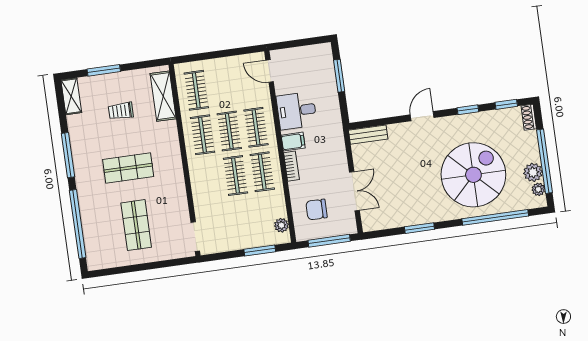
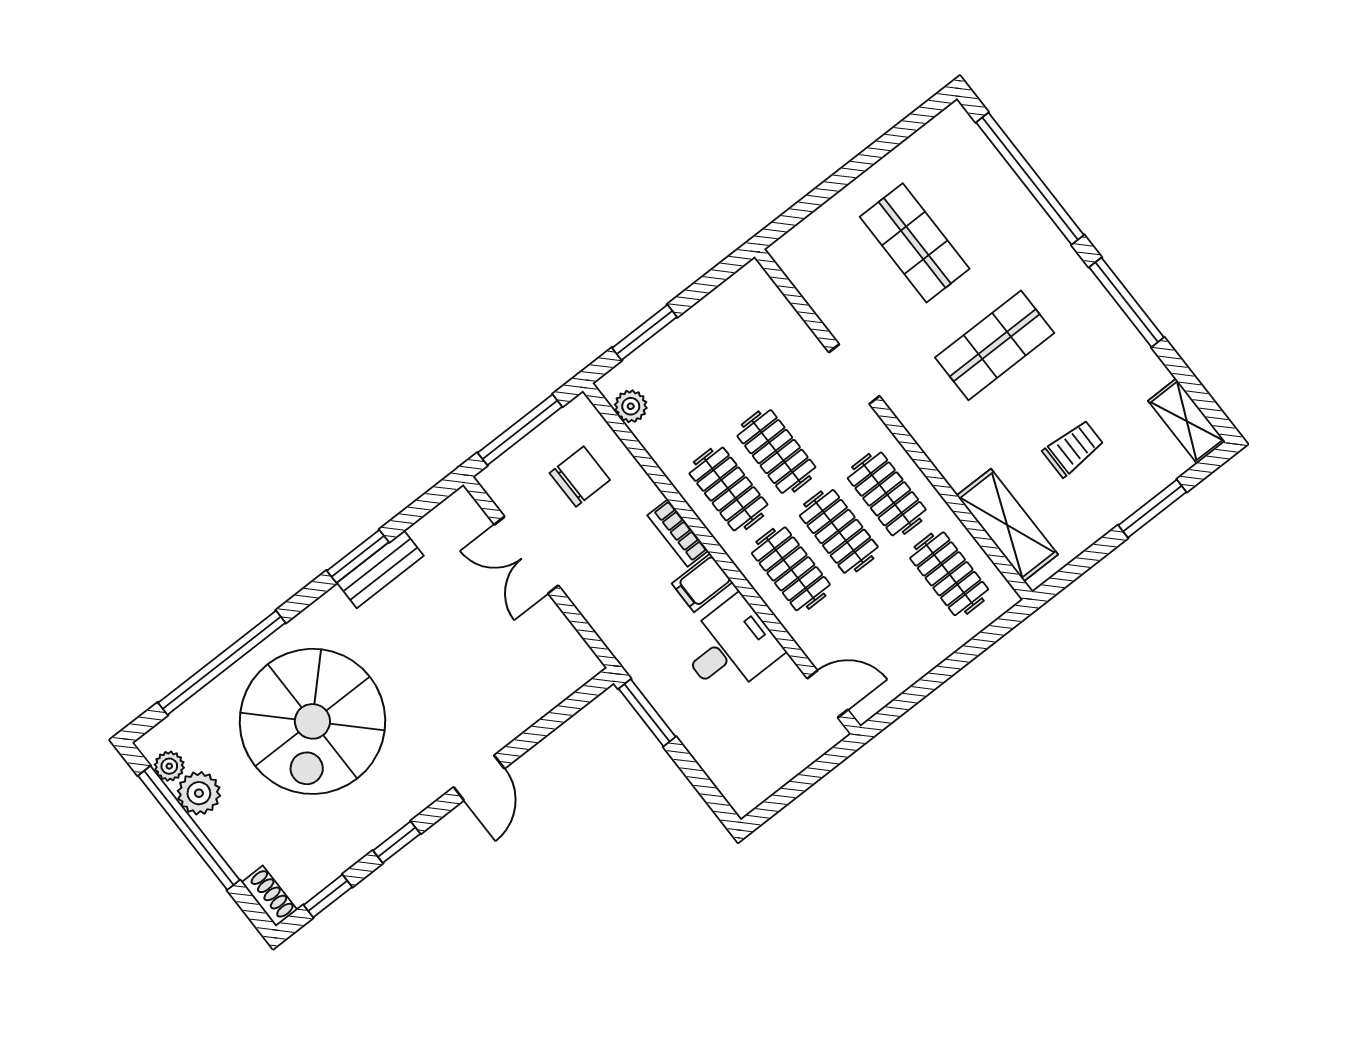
window: (339, 76) -> (647, 713), moved
bench: (368, 135) -> (380, 569), moved
doorway: (195, 237) -> (854, 374), moved

